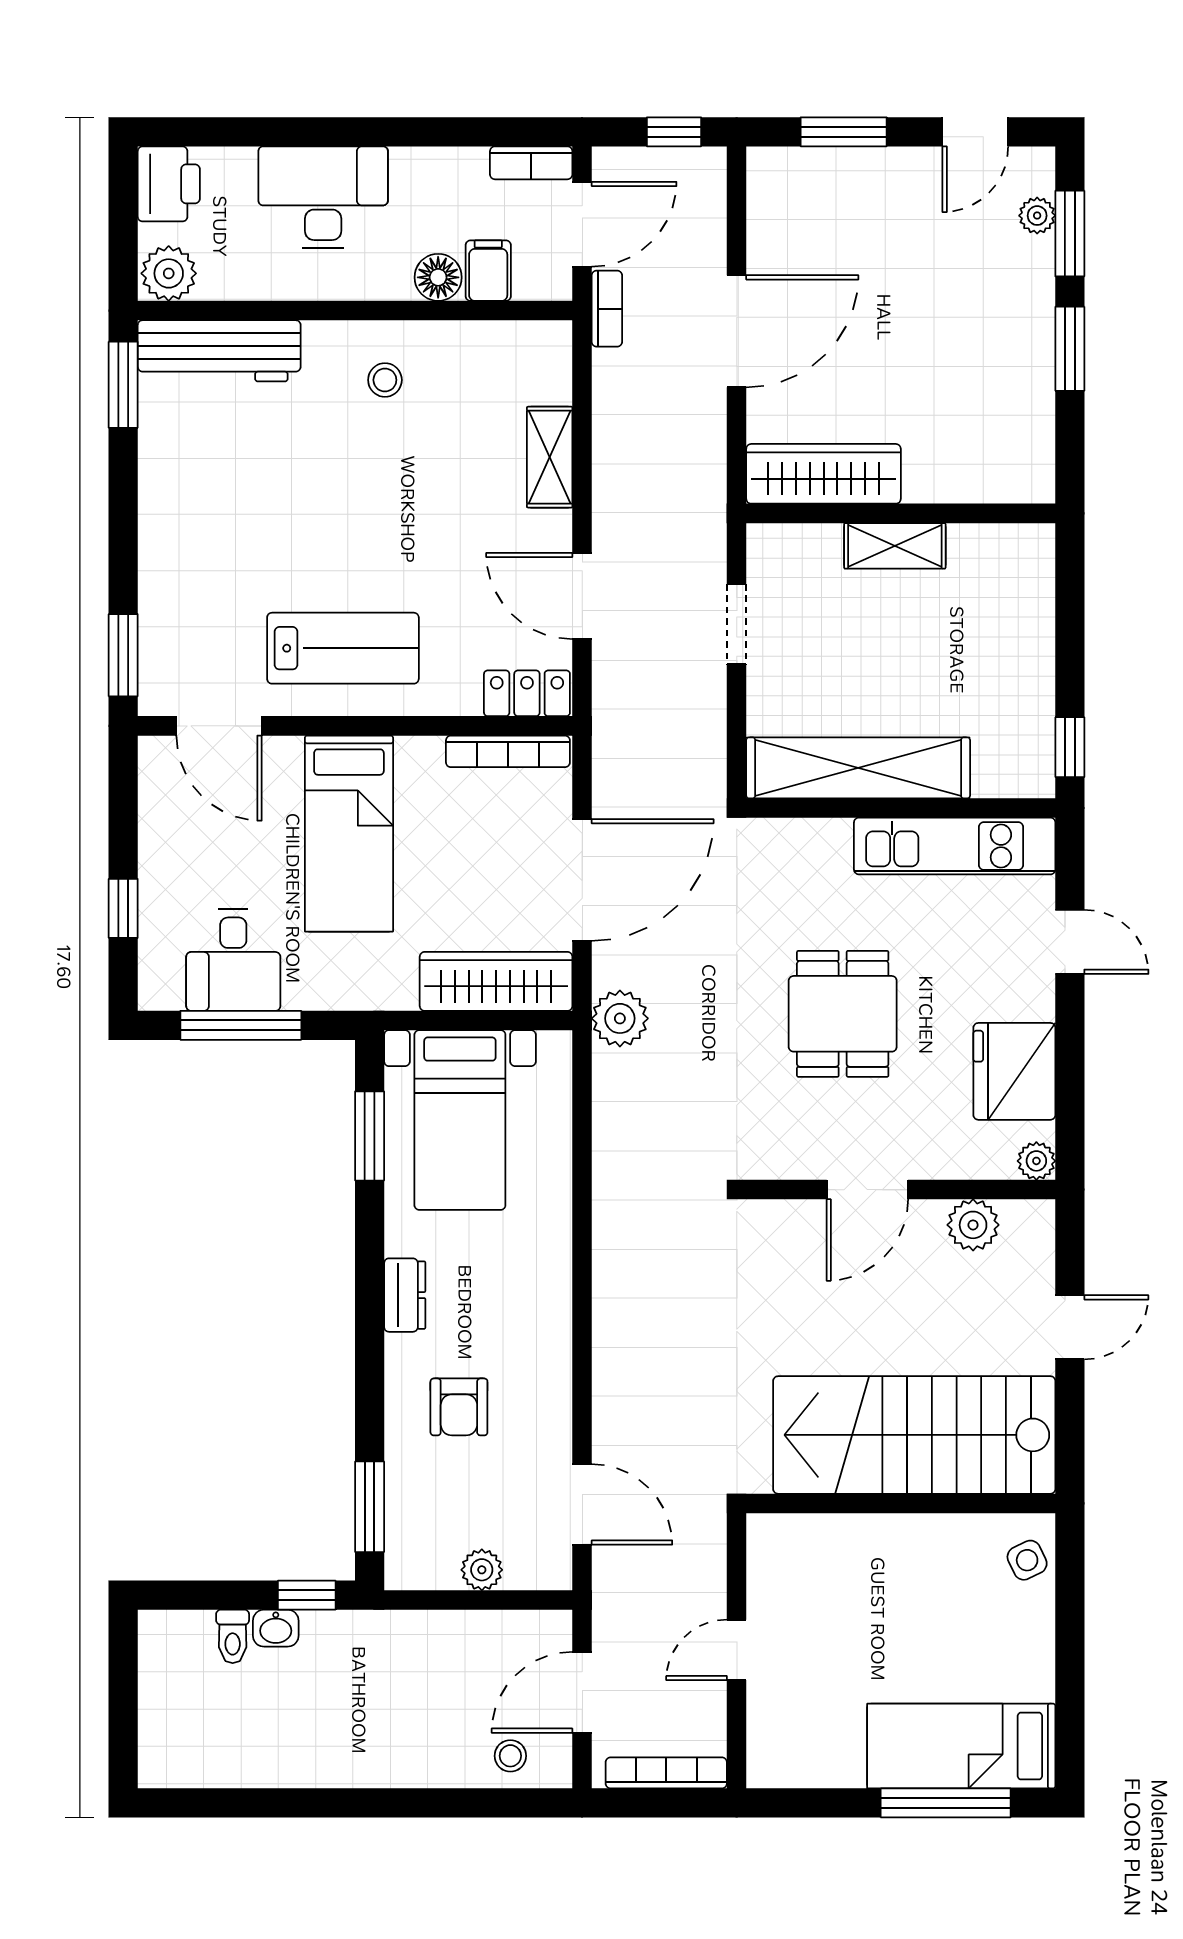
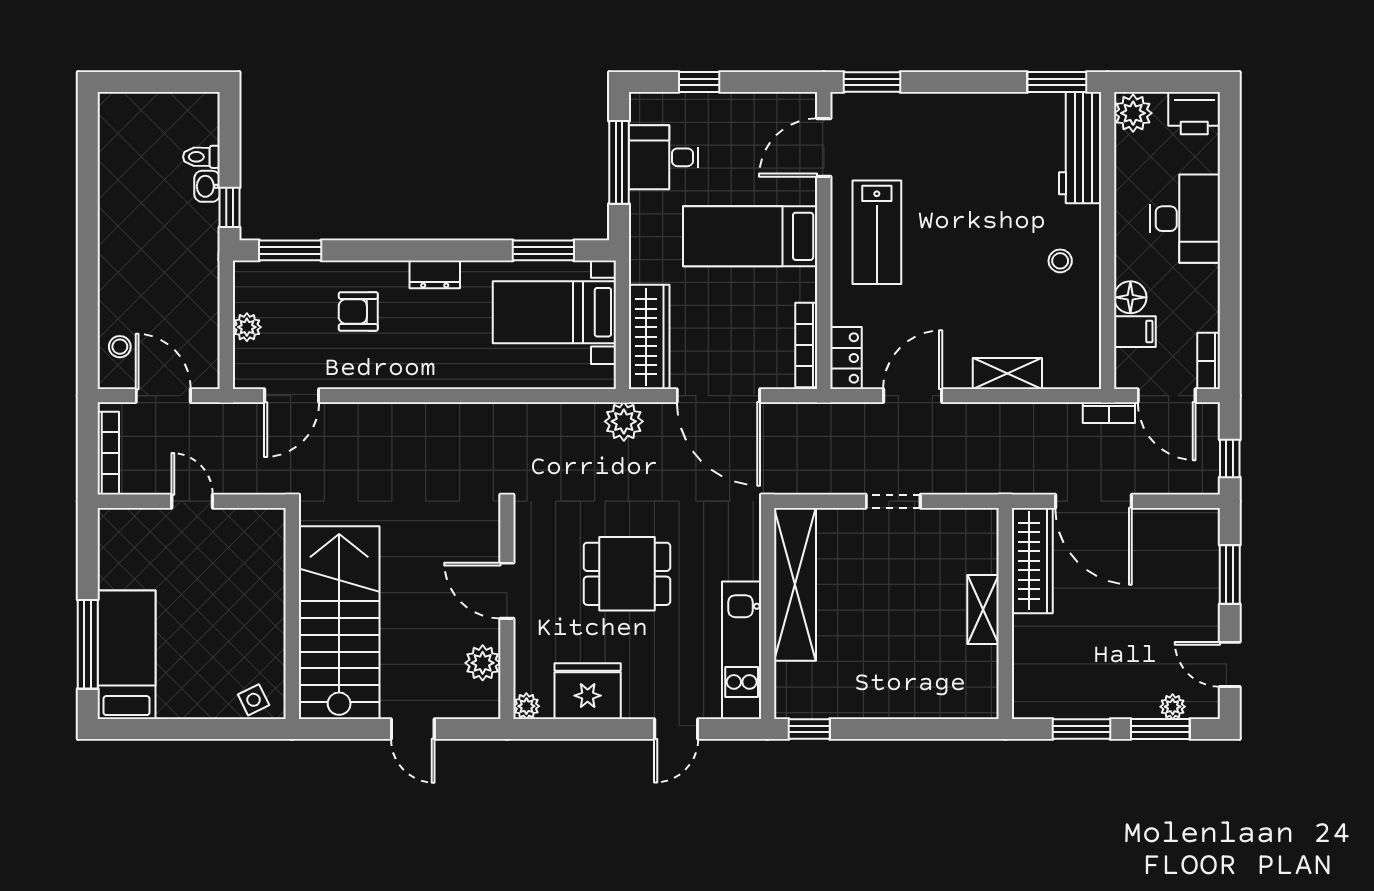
wardrobe: (824, 474) -> (1032, 561), moved
wall: (901, 513) -> (1005, 613), moved
shelving: (895, 546) -> (983, 609), moved

